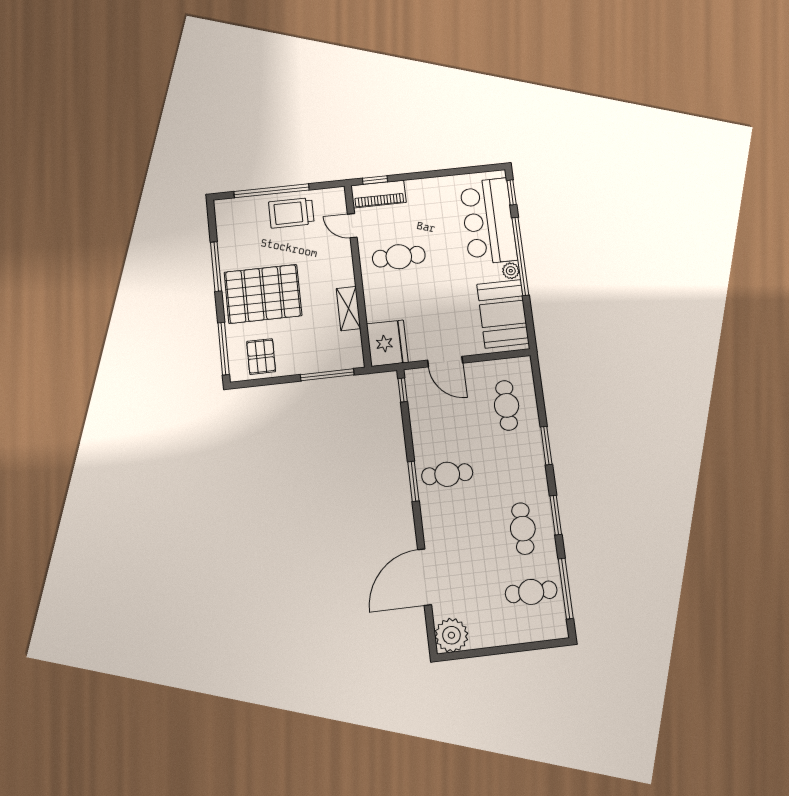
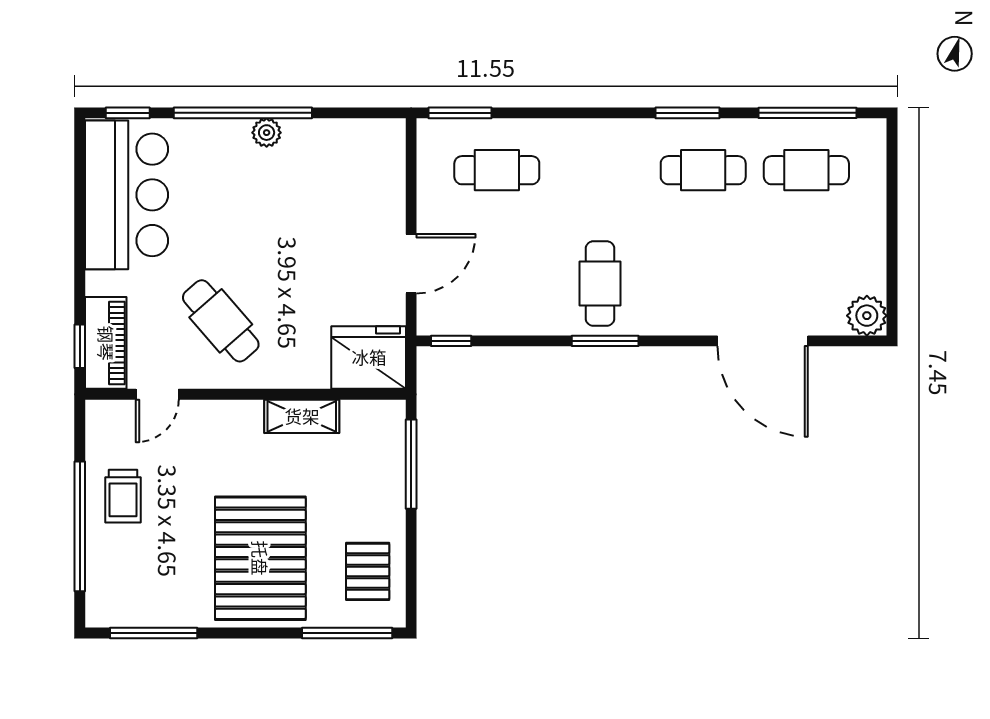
trolley: (291, 213) -> (123, 496), width x0.73, depth x0.72
bar counter: (488, 221) -> (127, 195), moved, turned -90
cafe table: (399, 257) -> (221, 321), turned -41
window: (216, 266) -> (154, 633), moved
booth: (503, 314) -> (340, 156), removed
pallet: (261, 357) -> (368, 571), turned 90
window: (546, 446) -> (460, 113), moved
cafe table: (531, 592) -> (806, 170), turned 90
plant: (451, 635) -> (867, 316), width x0.73, depth x0.73

